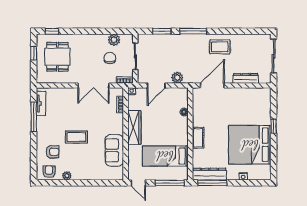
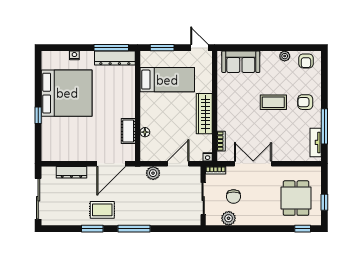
window: (162, 31) -> (92, 229), moved
cot: (198, 138) -> (128, 131), moved
sofa: (114, 150) -> (241, 62), moved, turned 90
armchair: (52, 152) -> (305, 102), moved
window: (170, 183) -> (162, 48), width x0.69

